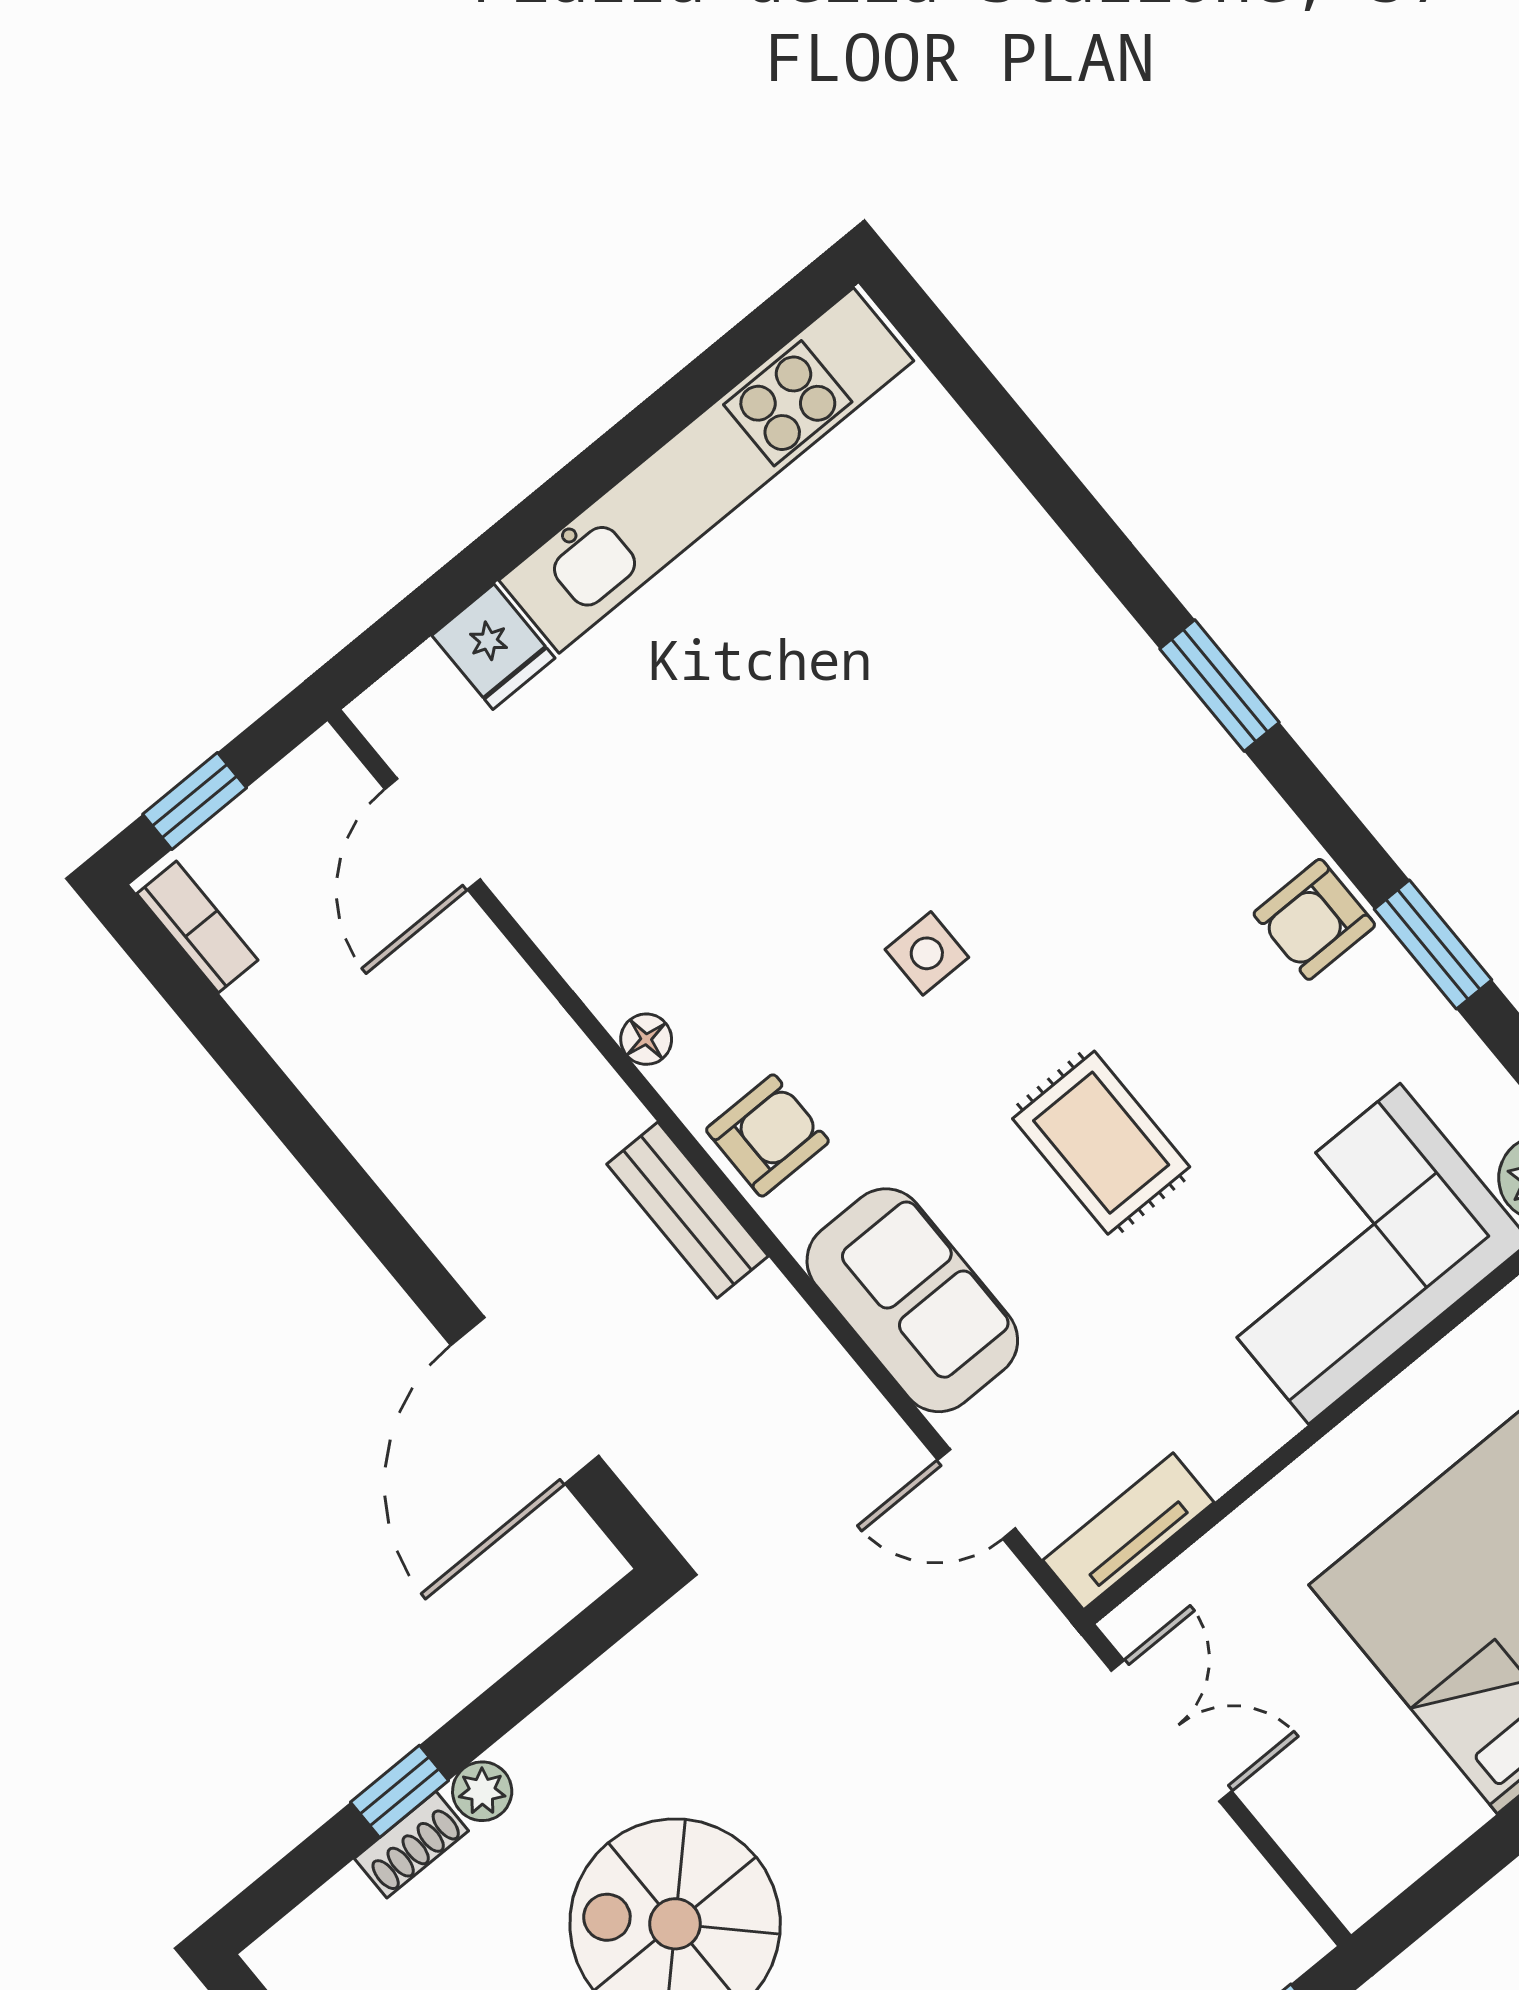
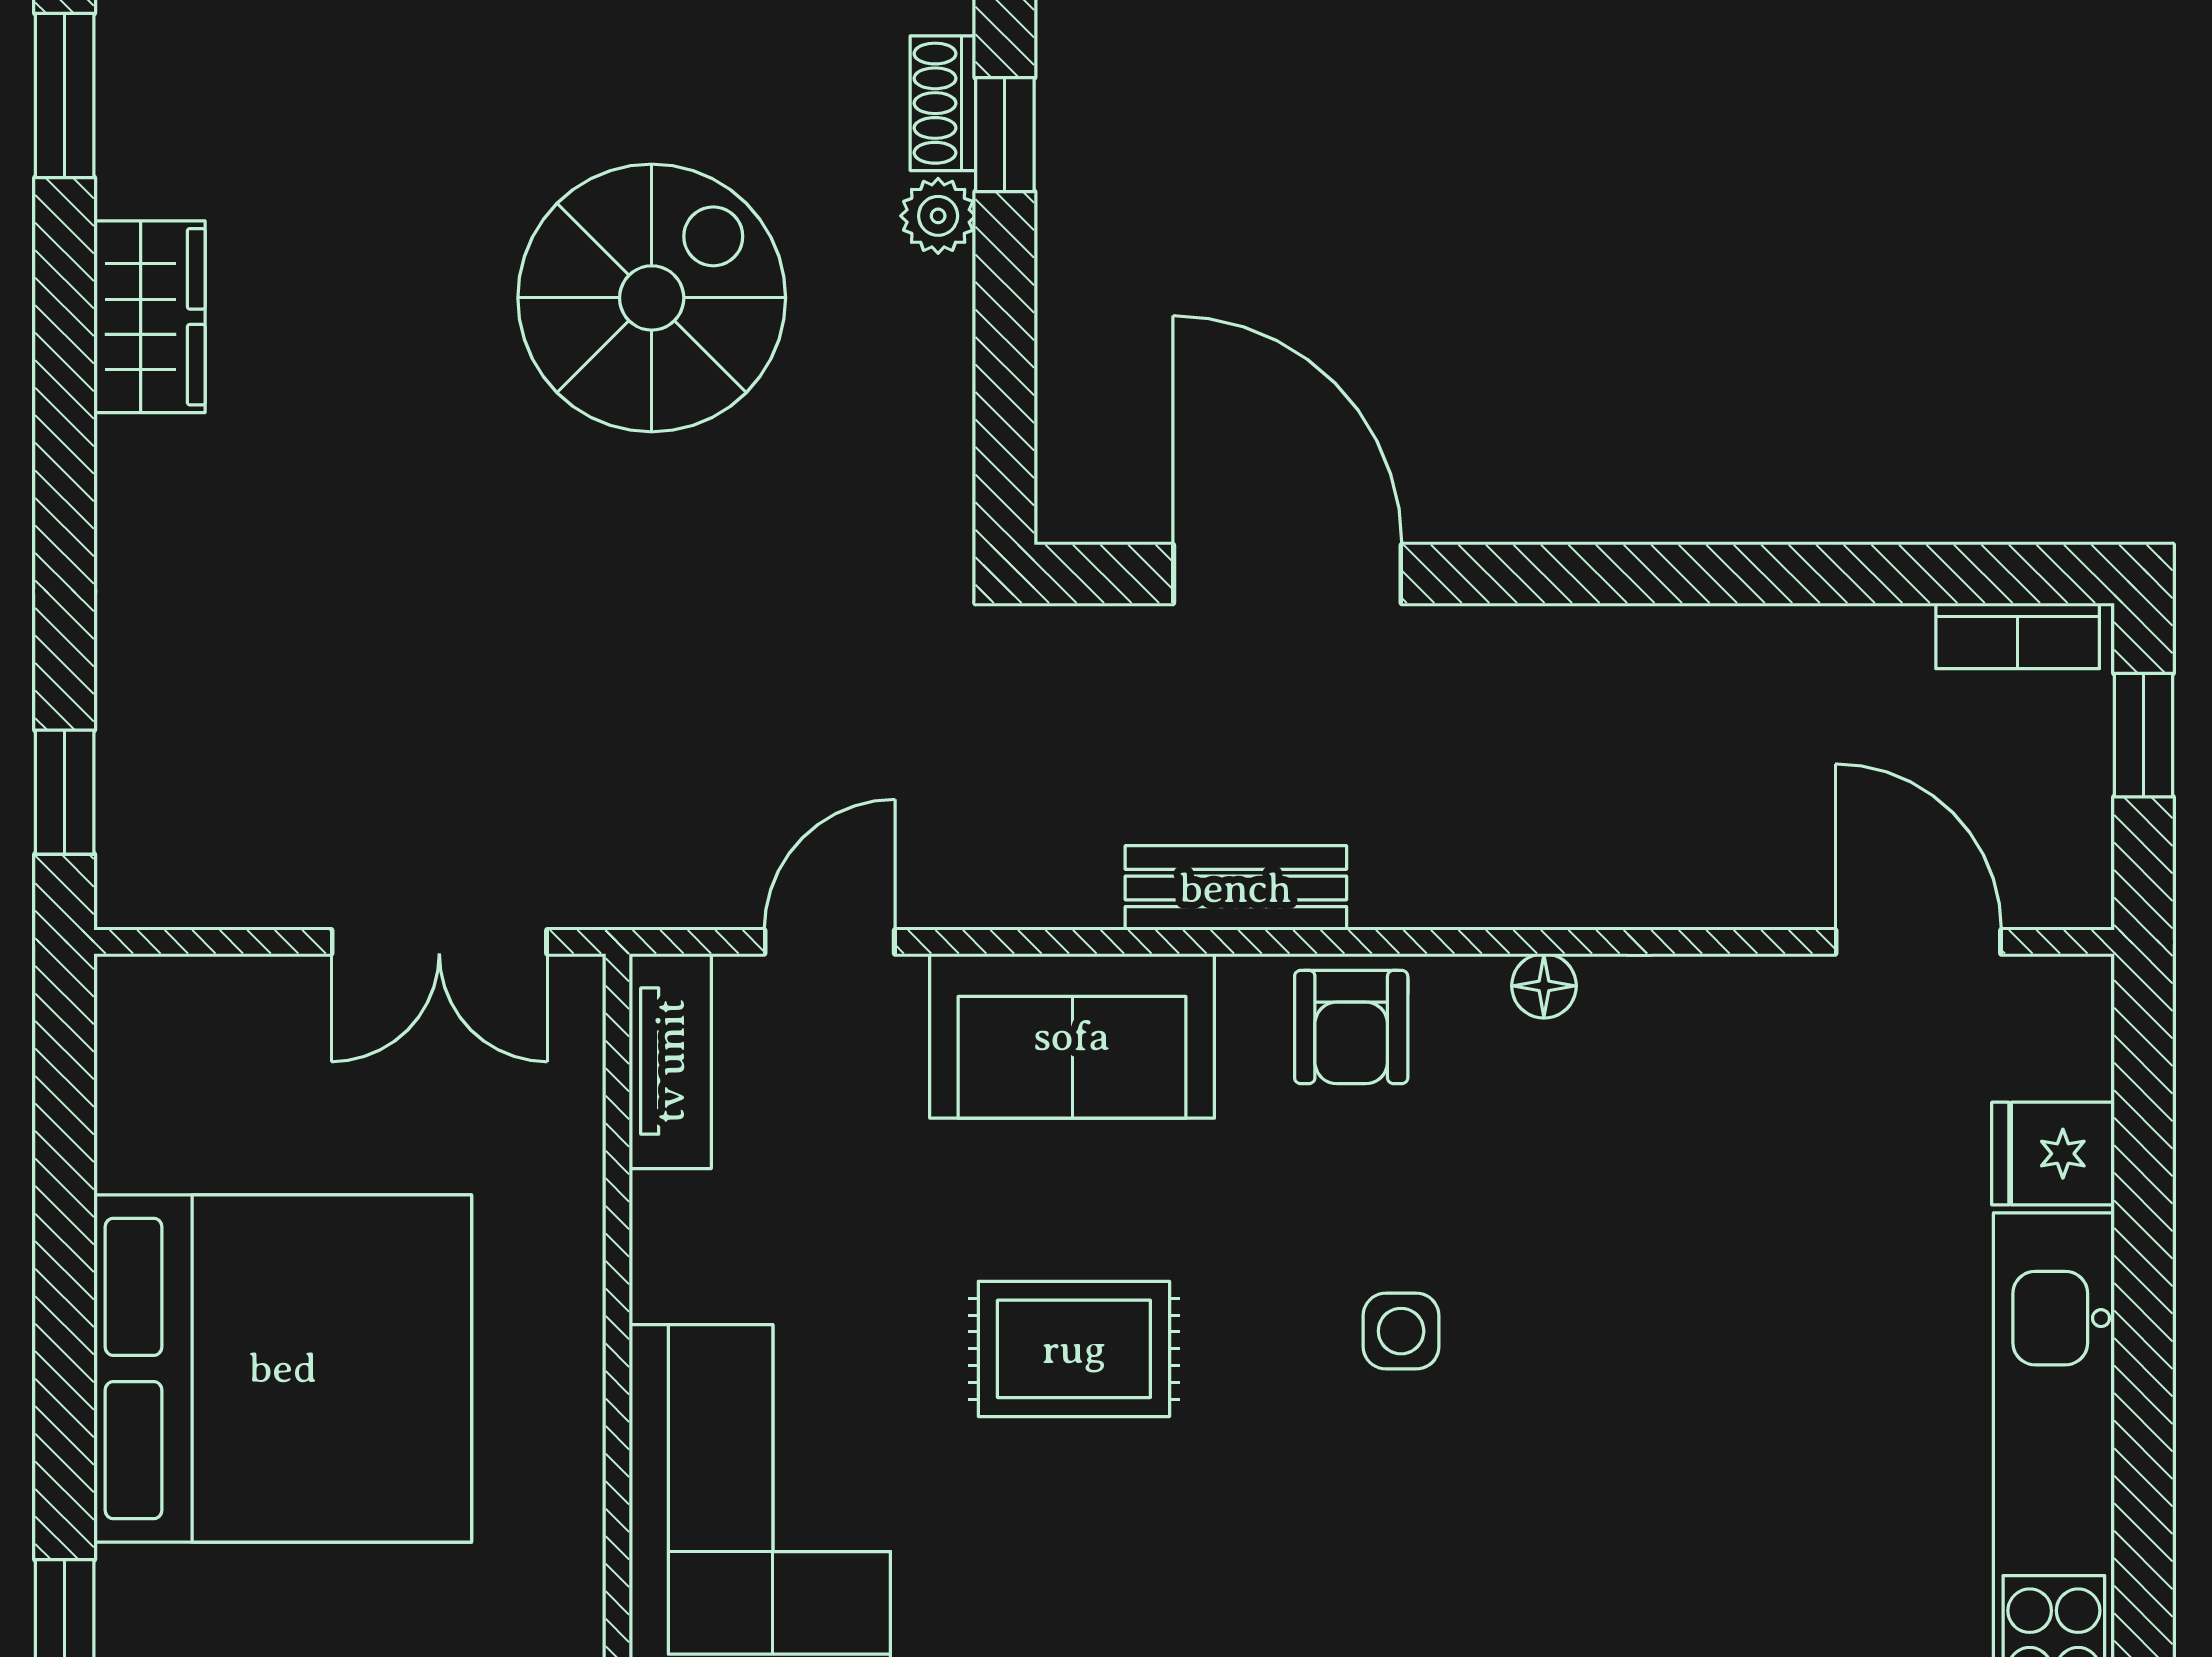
bench: (687, 1210) -> (1236, 888), moved

